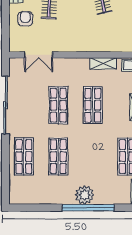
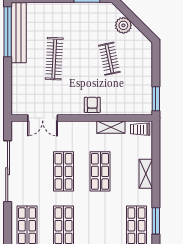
armchair: (25, 19) -> (92, 105), moved

